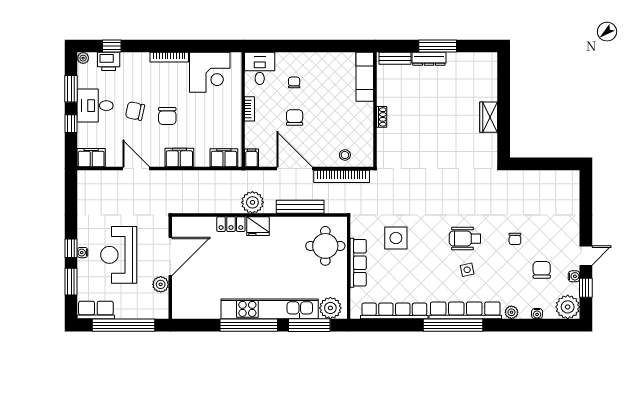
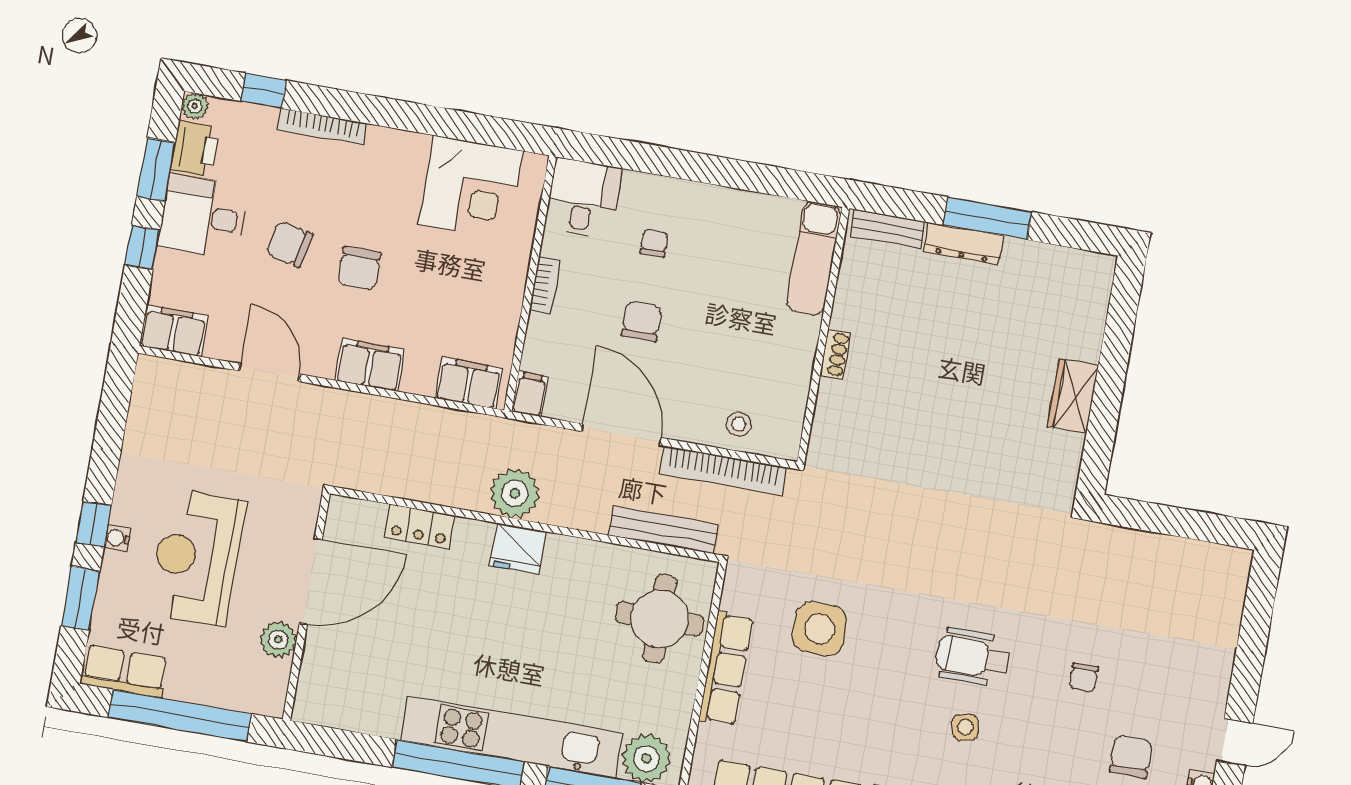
bookcase: (169, 57) -> (322, 127), moved
printer: (109, 61) -> (195, 149), moved, turned -90
bench: (300, 207) -> (663, 530), moved
locker: (231, 224) -> (420, 526), moved

